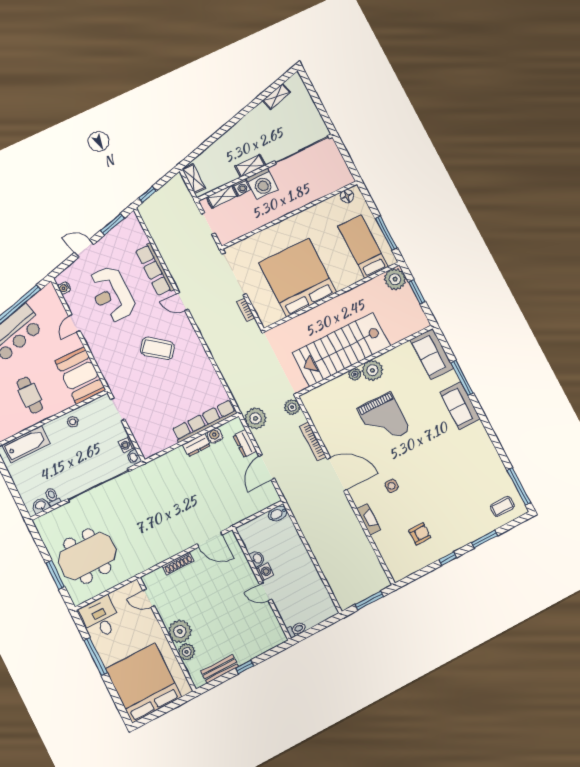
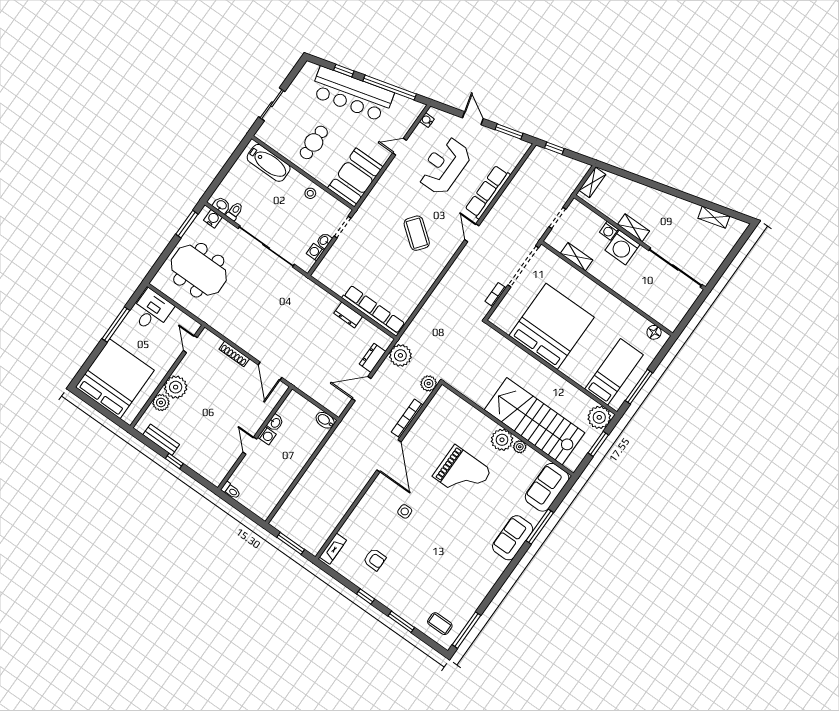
shelving: (222, 197) -> (577, 257), moved
stairs: (342, 349) -> (534, 421), moved
plant: (355, 374) -> (520, 447), moved
grand piano: (384, 419) -> (462, 473), turned -90
water cooler: (215, 436) -> (213, 219), moved
washbasin: (134, 457) -> (324, 241), moved
fireplace: (369, 519) -> (333, 549), moved
window: (55, 575) -> (187, 224), moved

